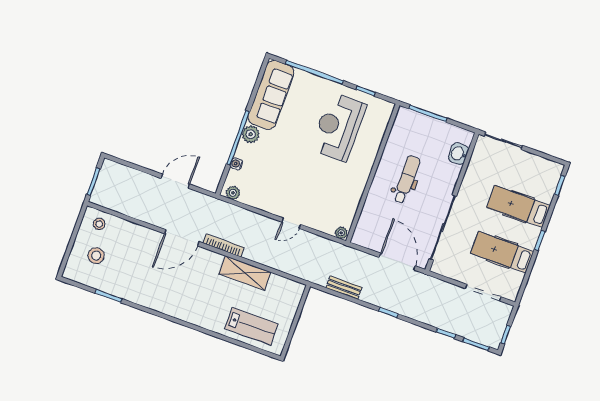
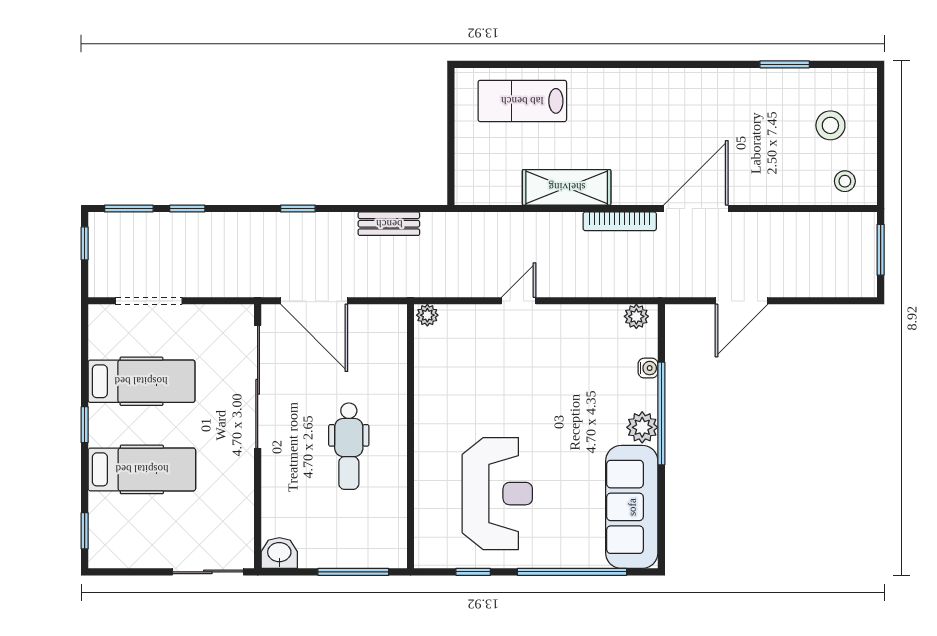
washbasin: (458, 154) -> (279, 553), moved, turned -90

